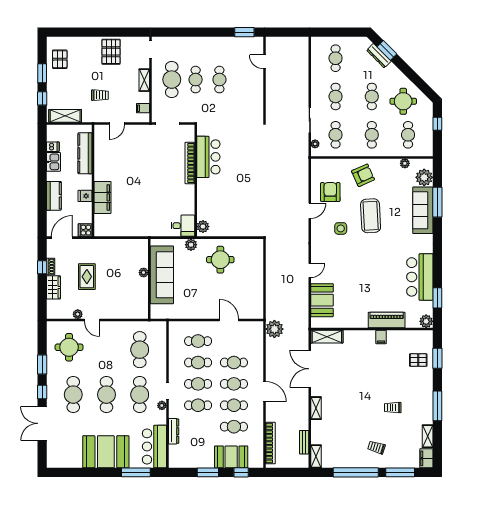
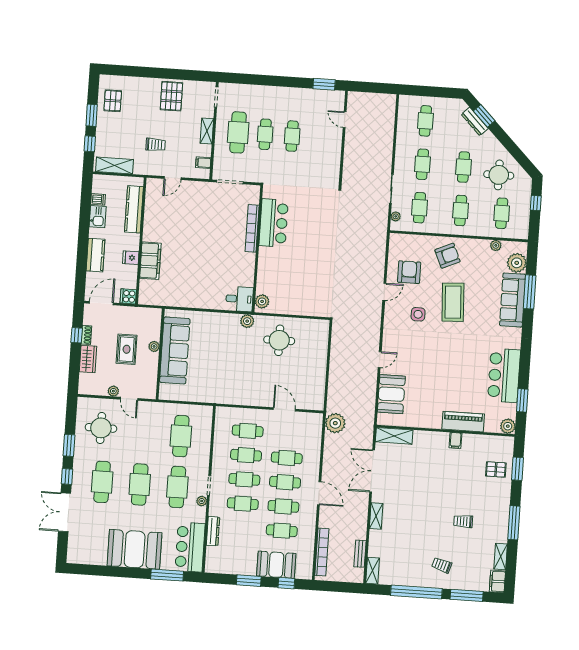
plant: (144, 273) -> (154, 346), moved
sofa: (162, 275) -> (175, 350), moved
wall: (149, 279) -> (160, 354), moved

